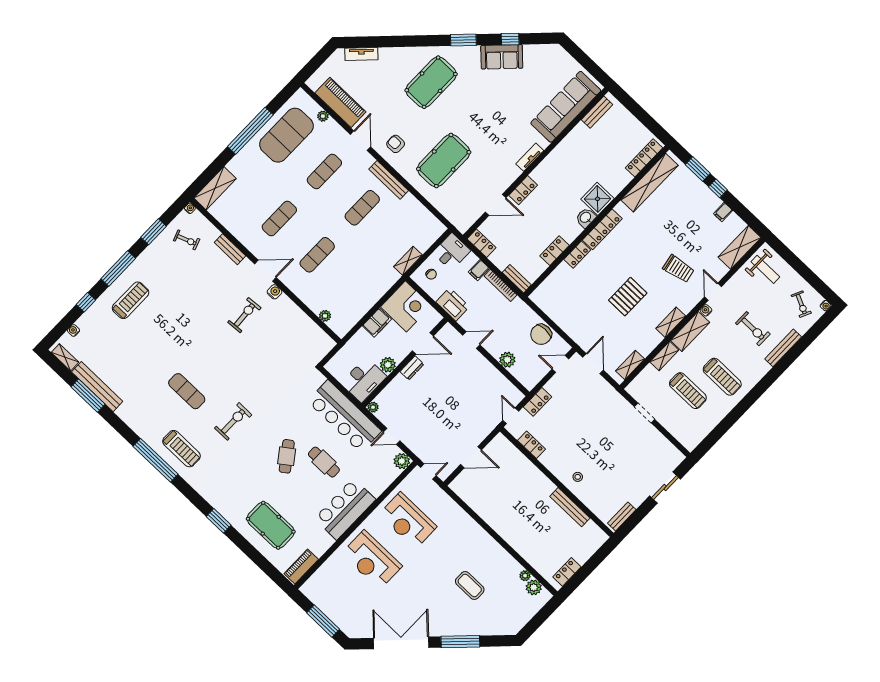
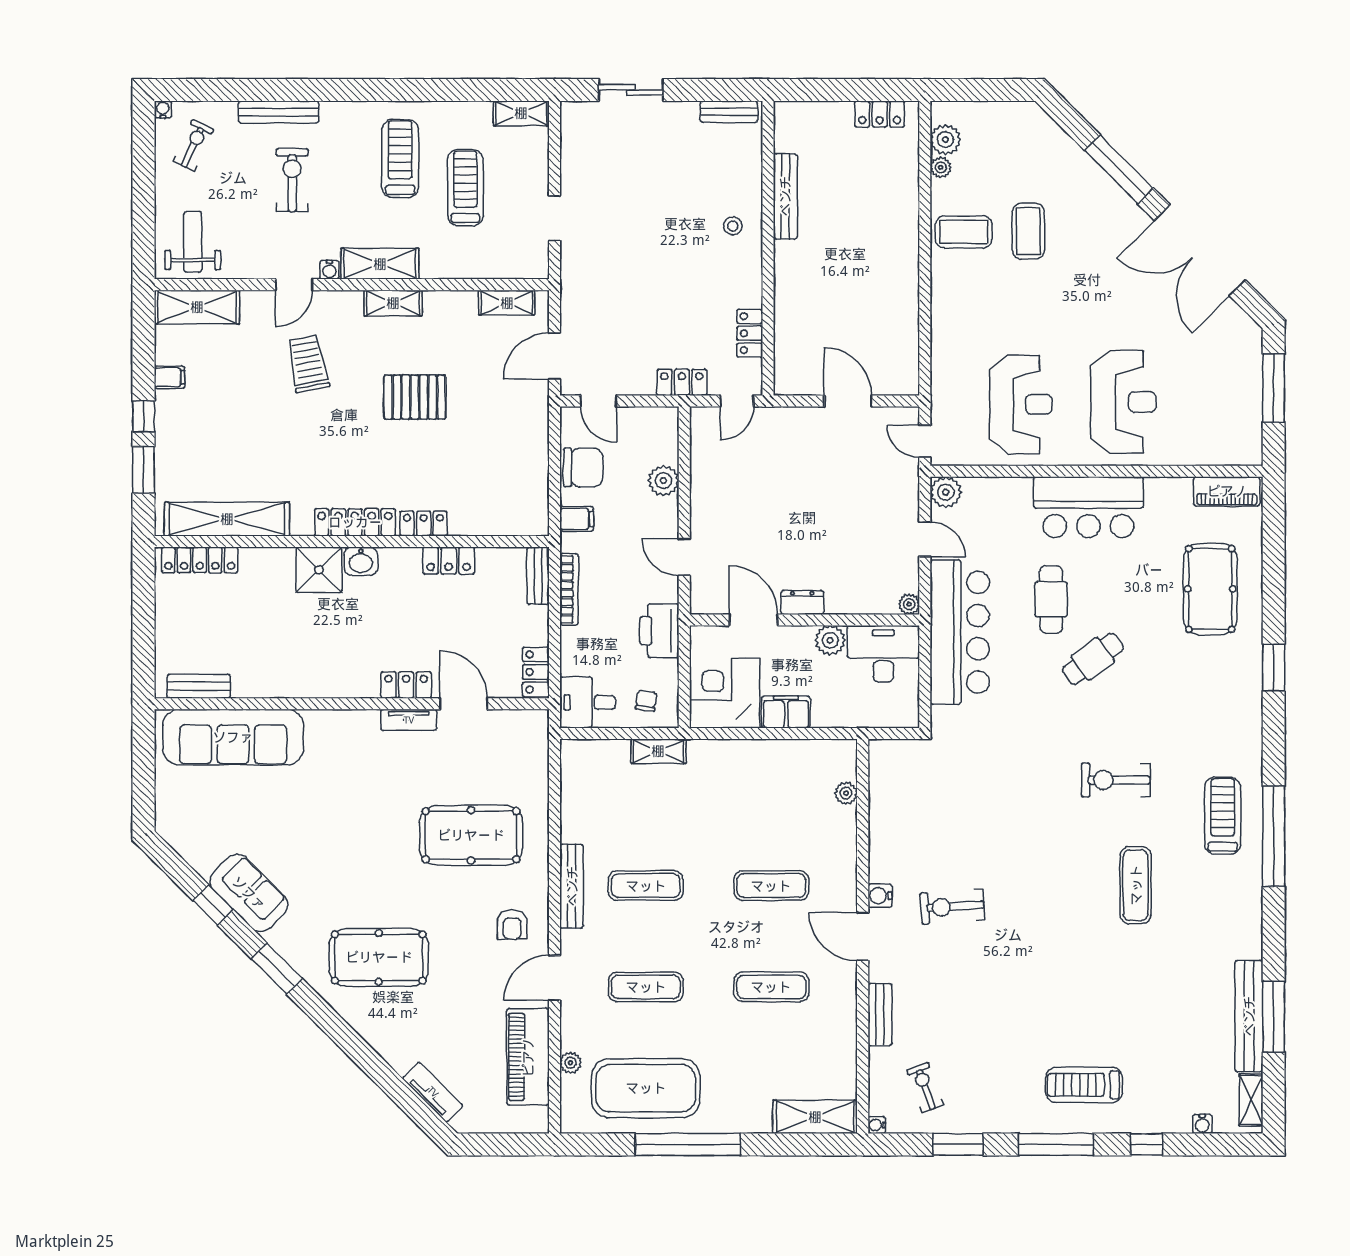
tv unit: (530, 157) -> (409, 720), moved
filing cabinet: (479, 270) -> (577, 519), moved
shelving: (664, 356) -> (521, 113), moved
coffee table: (493, 561) -> (964, 232), added

